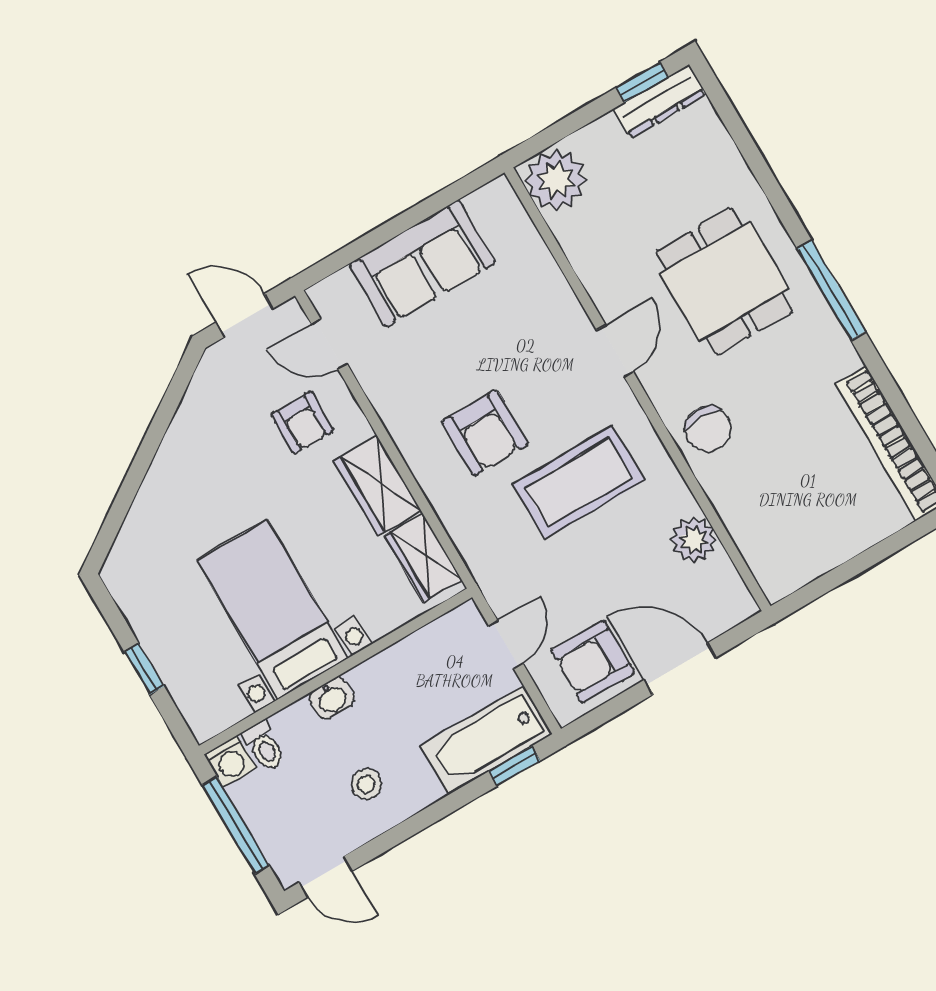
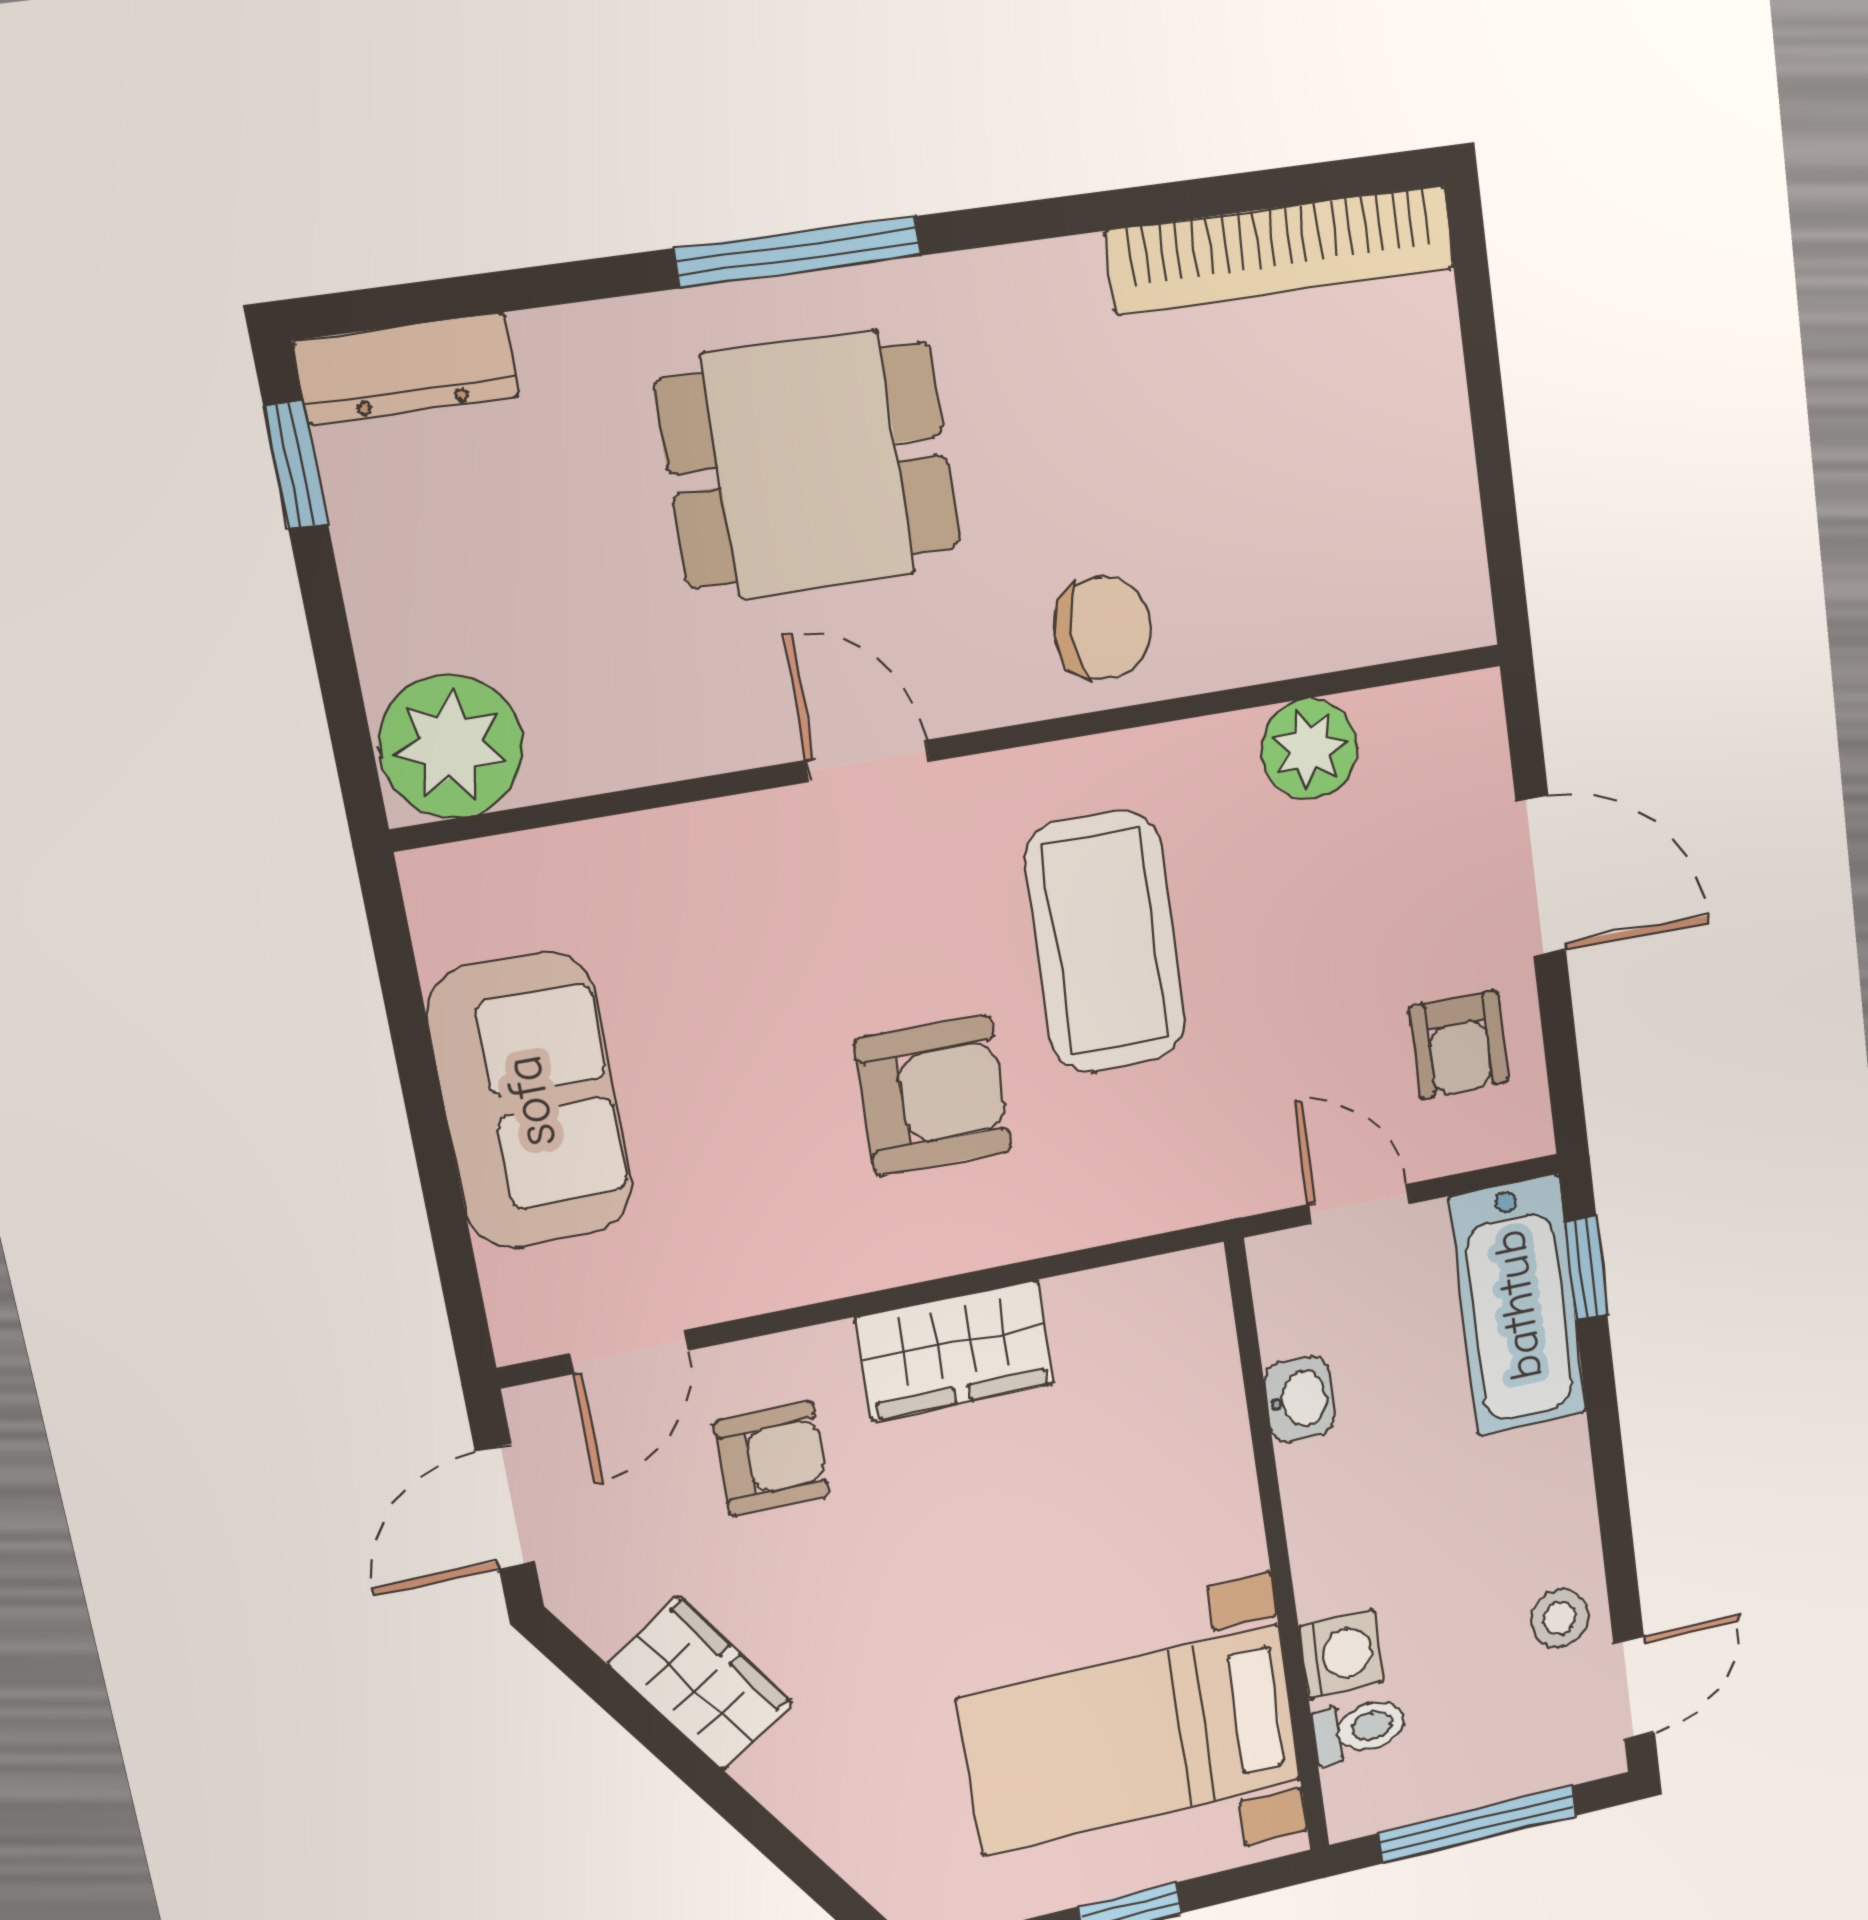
dresser: (660, 101) -> (407, 369), moved, turned 90
window: (831, 290) -> (798, 252), moved
wardrobe: (423, 558) -> (701, 1683), moved, turned -124
bed with nightstands: (273, 609) -> (1131, 1740), moved
armchair: (593, 662) -> (1459, 1044), width x0.72, depth x0.72
door: (680, 669) -> (1541, 876), swing flipped
washbasin: (332, 698) -> (1300, 1399), moved
washing machine: (230, 761) -> (1341, 1654), moved
stool: (366, 784) -> (1560, 1619), moved

